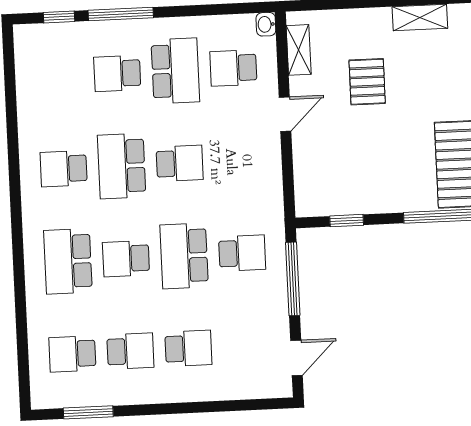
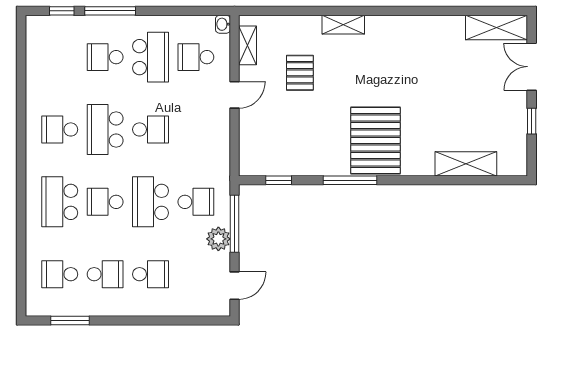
plant: (273, 299) -> (218, 239), added

